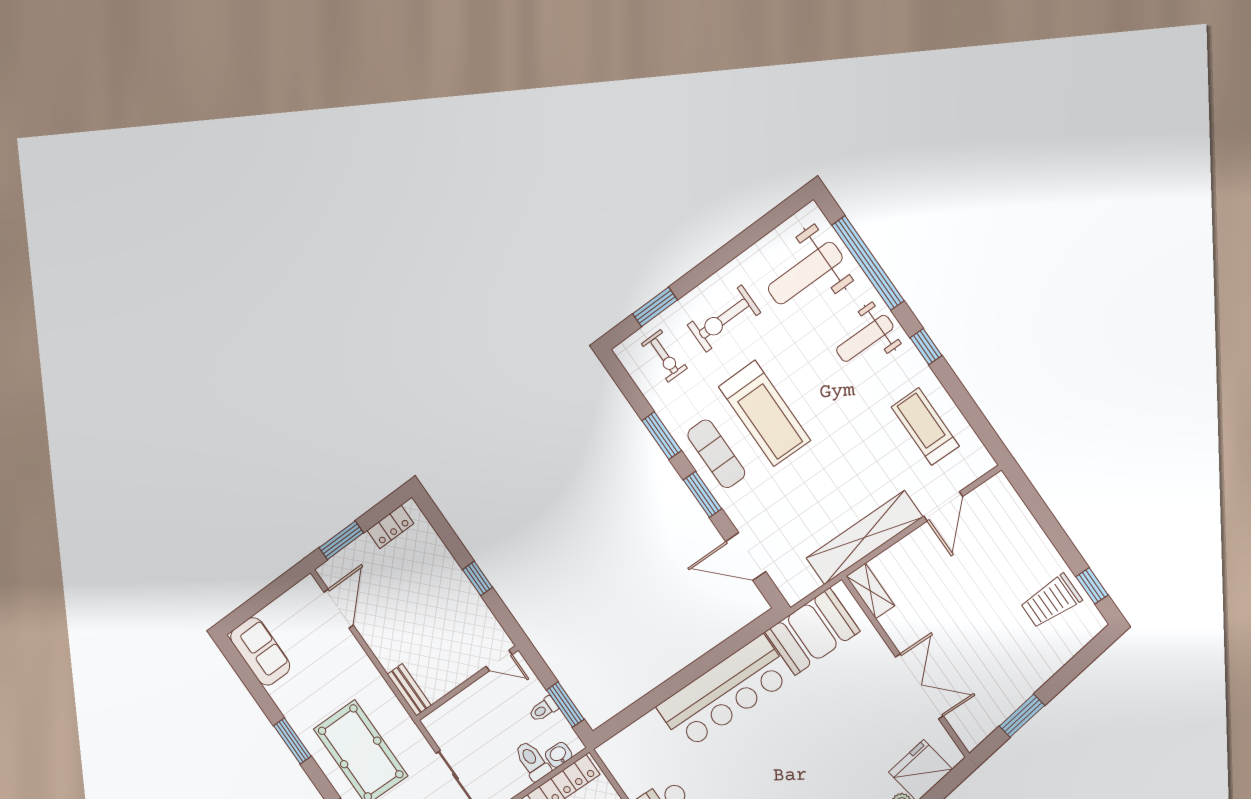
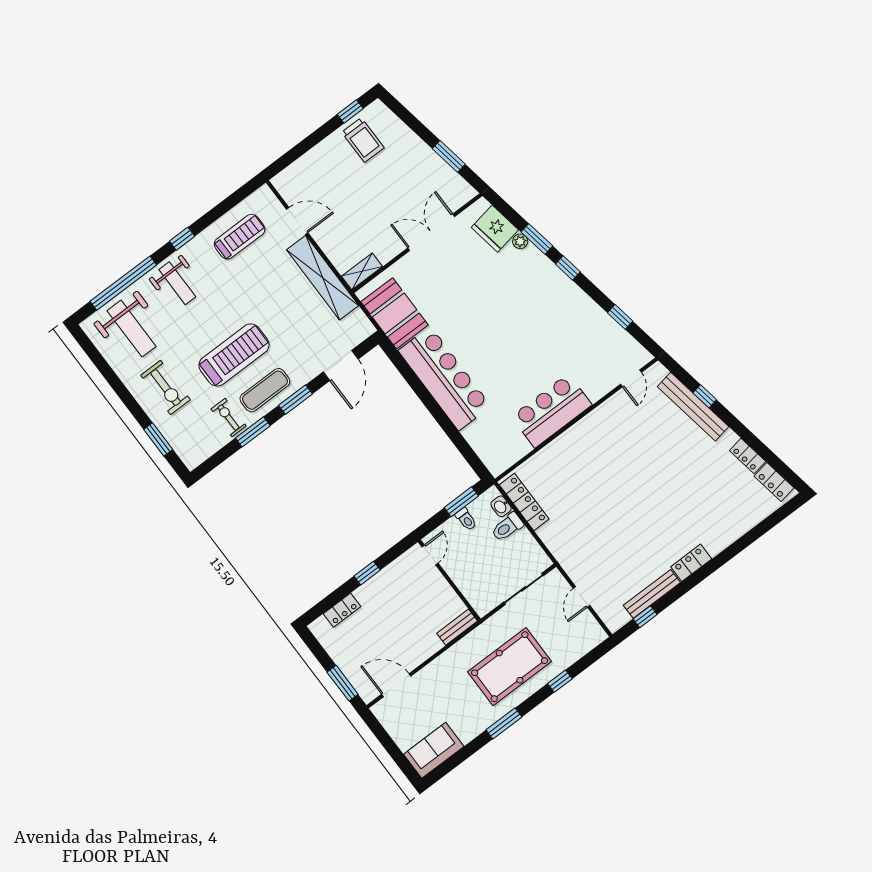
exercise bike: (664, 356) -> (229, 418), moved, turned -90
treadmill: (925, 426) -> (240, 237), turned 180
locker: (390, 527) -> (342, 610), moved, turned 90

